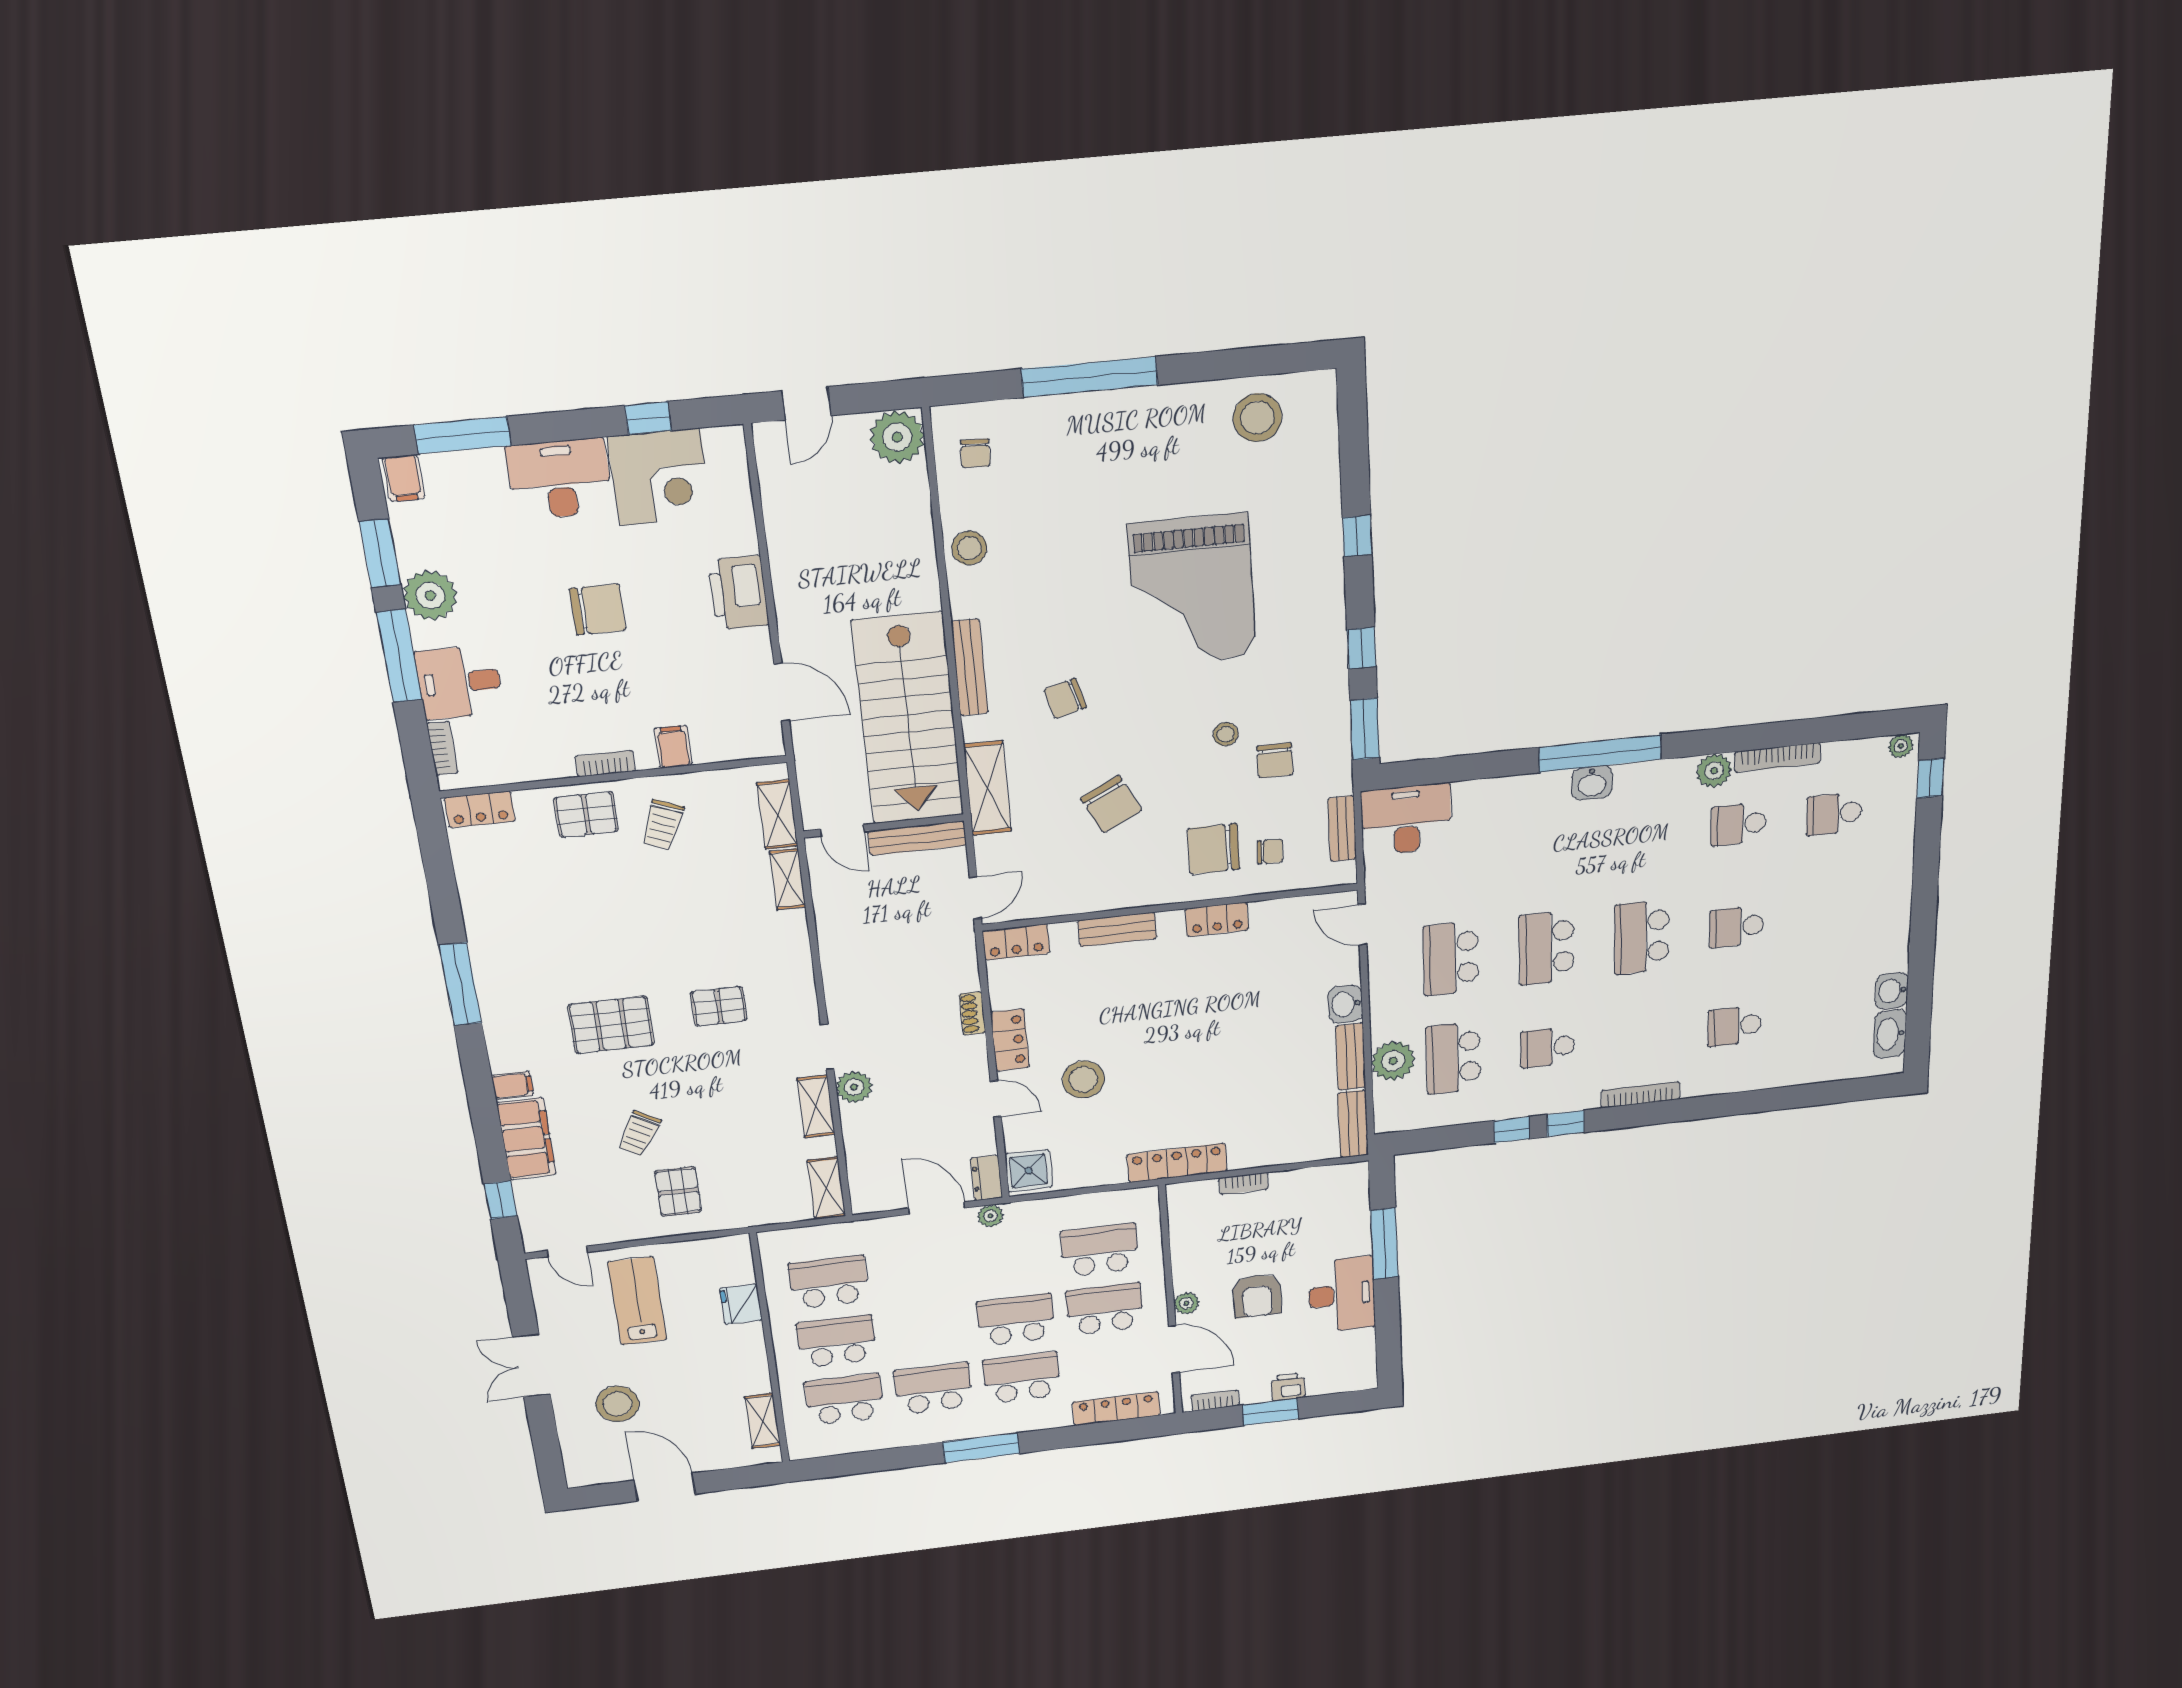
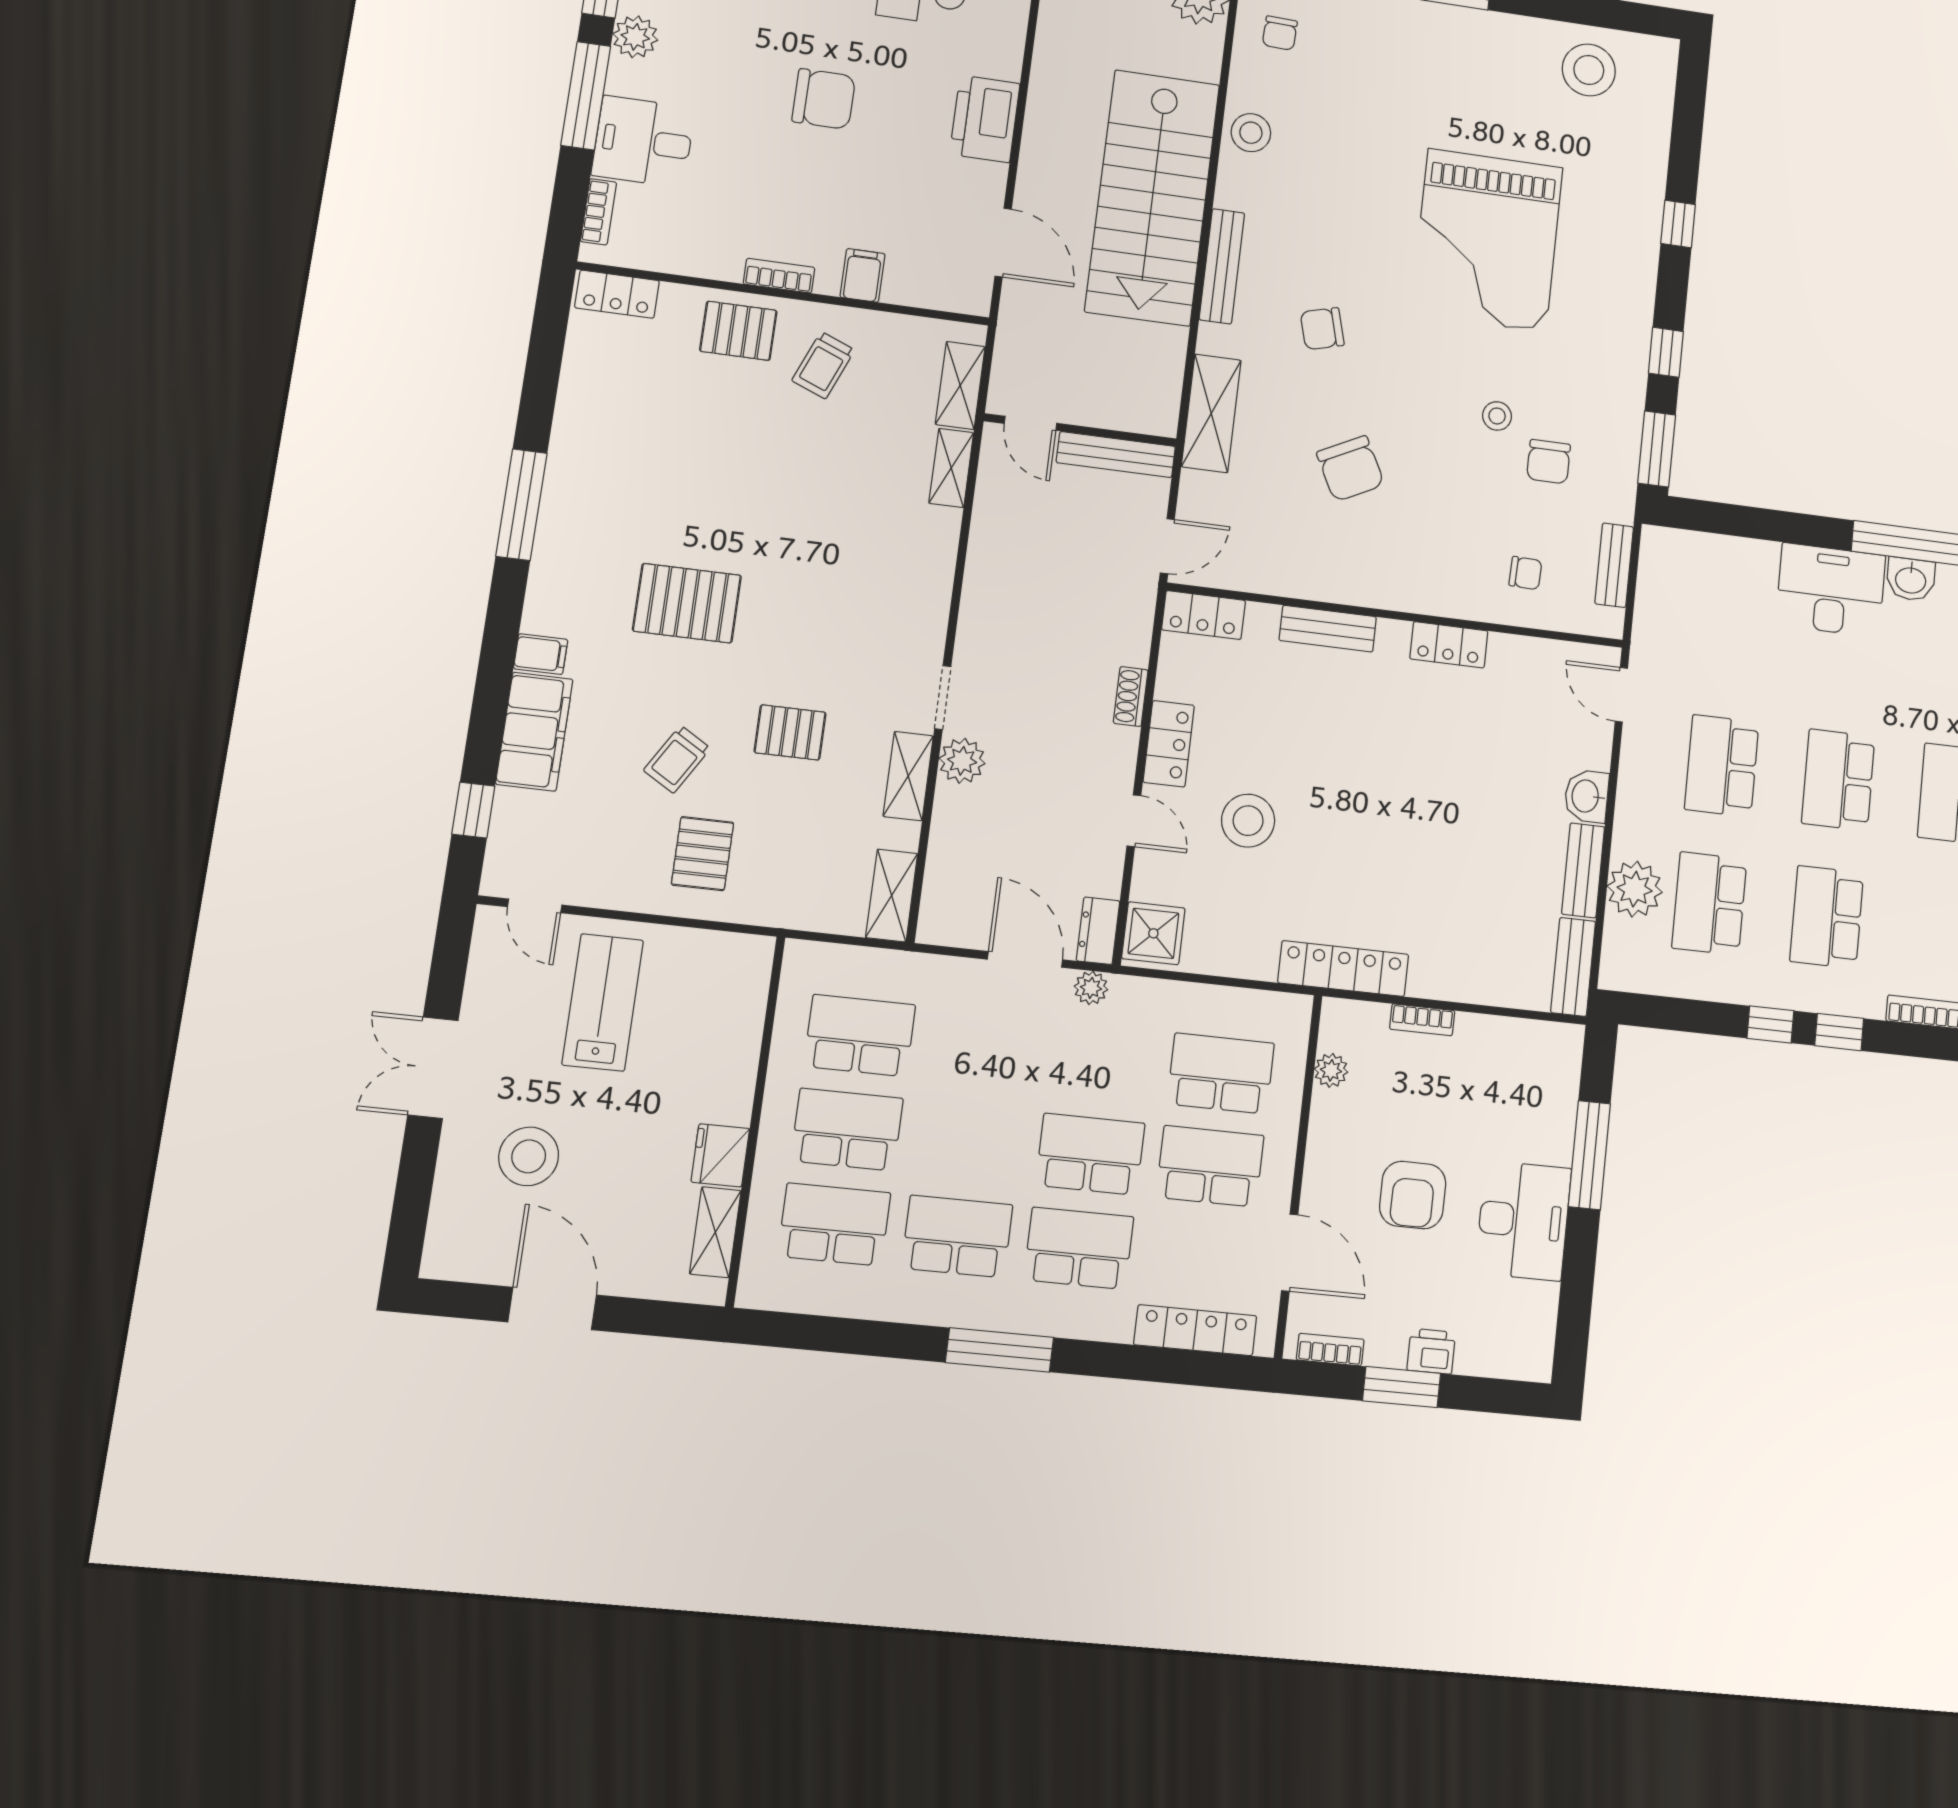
plant: (430, 595) -> (635, 37), width x0.73, depth x0.73
stairs: (908, 719) -> (1152, 198), moved
desk: (1406, 819) -> (1831, 590), moved
chair: (1214, 849) -> (1460, 554), removed
pallet: (719, 1006) -> (790, 732), moved
school desk: (1548, 1047) -> (1827, 917), width x1.85
plant: (1186, 1303) -> (1331, 1070), moved
fridge: (741, 1304) -> (720, 1155), moved

